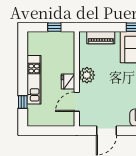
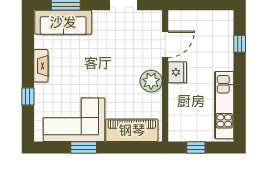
piano: (101, 38) -> (132, 130), width x1.37, depth x1.33
kitchen unit: (34, 80) -> (224, 105), moved

